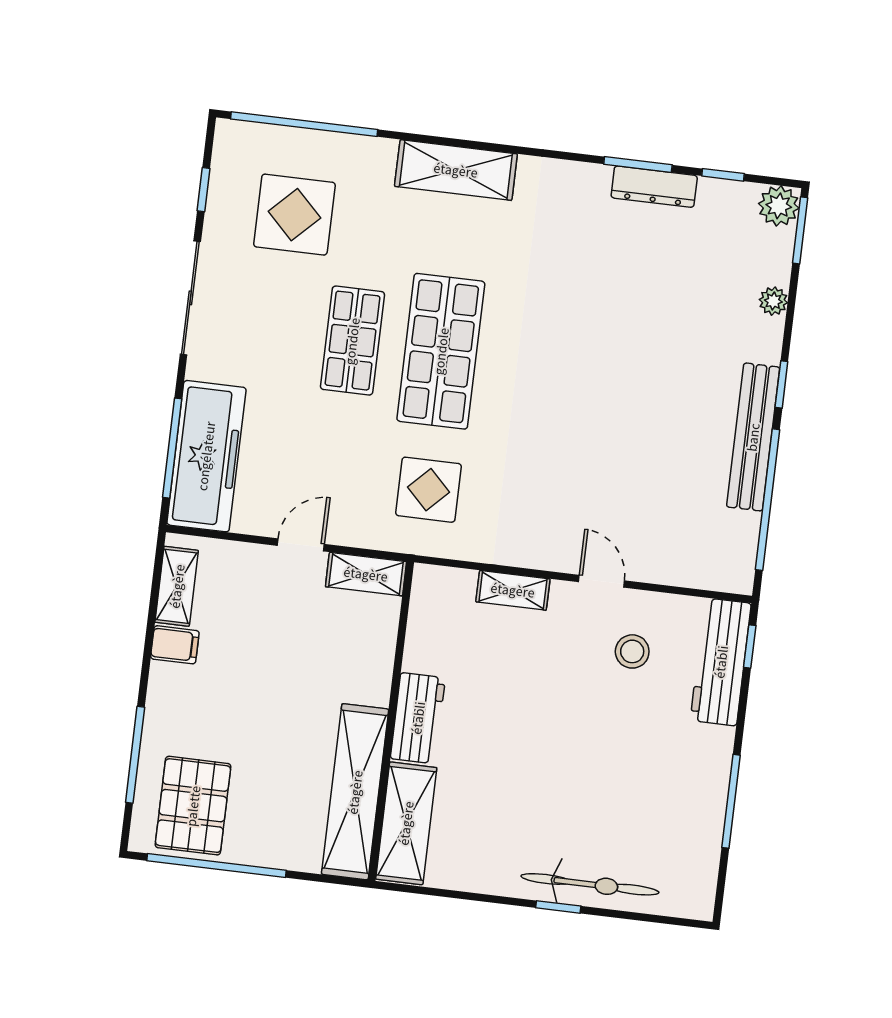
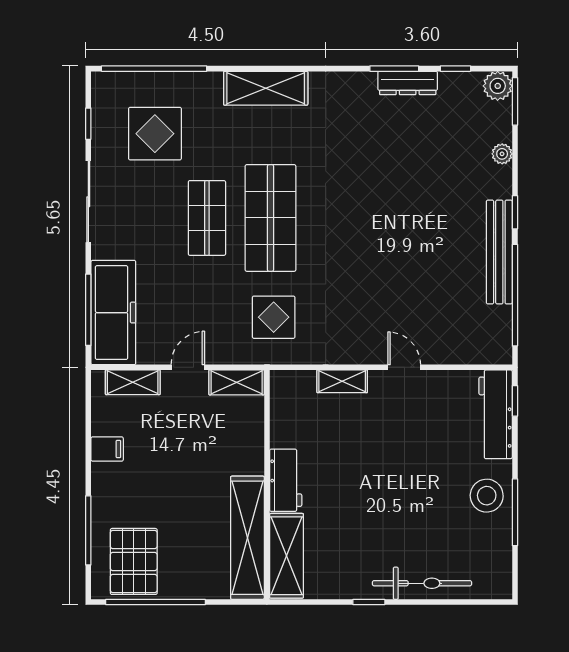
shelving: (177, 586) -> (133, 382), moved, turned 90
stool: (632, 651) -> (487, 496), moved, width x1.38, depth x1.38
window: (558, 907) -> (369, 602), moved

